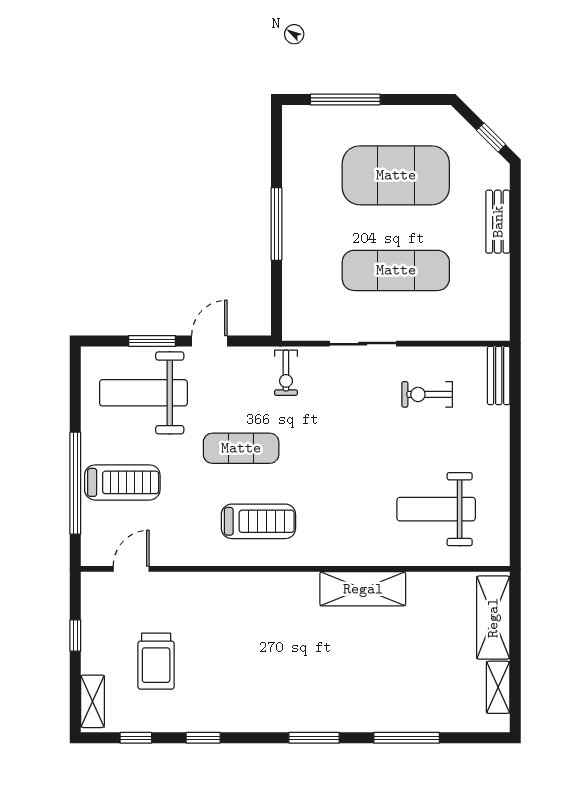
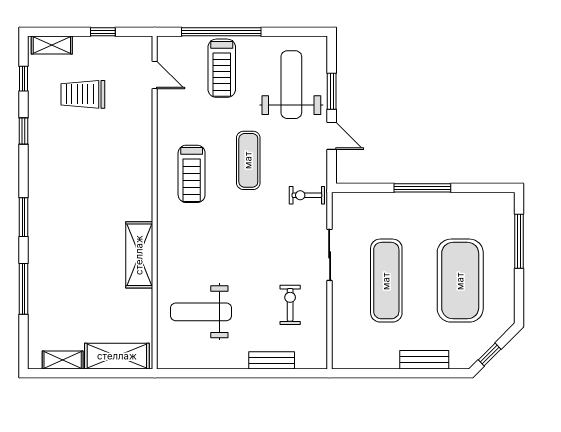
bench: (499, 376) -> (272, 360), moved
weight bench: (436, 509) -> (201, 312), turned -90

